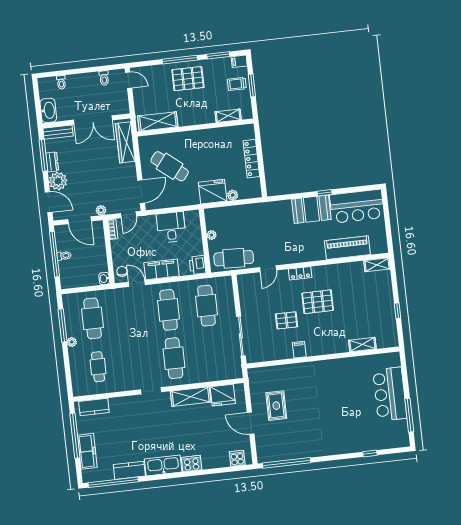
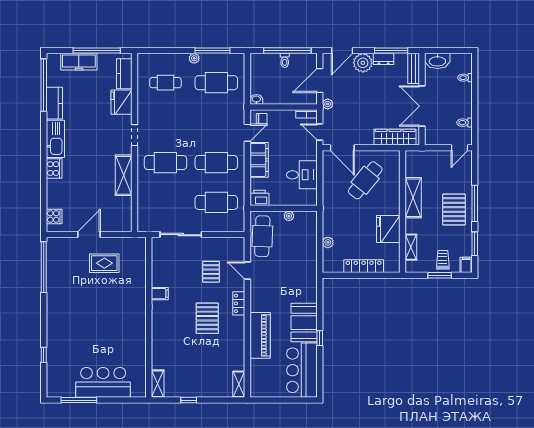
shelving: (158, 121) -> (413, 198), moved
fridge: (213, 192) -> (388, 229), moved, turned 180
piano: (347, 248) -> (260, 335), moved
pallet: (287, 320) -> (211, 272), moved
shelving: (362, 345) -> (158, 384), moved
fridge: (223, 395) -> (121, 102), moved

